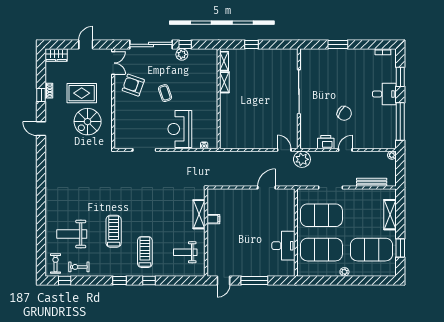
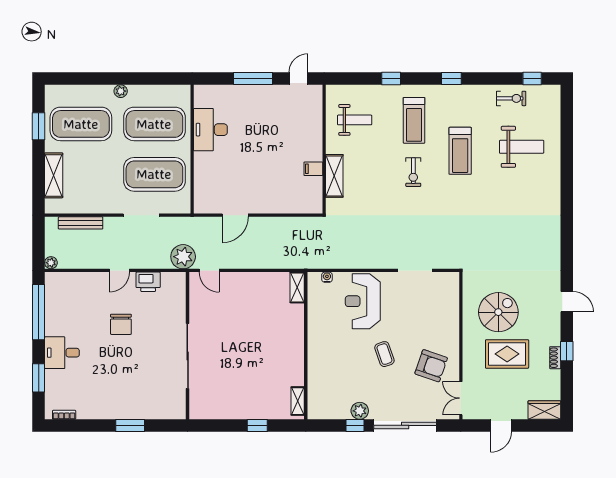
shelving: (224, 82) -> (297, 287), moved
chair: (344, 113) -> (121, 324), turned -121
reception desk: (180, 129) -> (363, 301), turned 180
exercise bike: (56, 264) -> (413, 172), moved
window: (149, 280) -> (391, 79), moved

